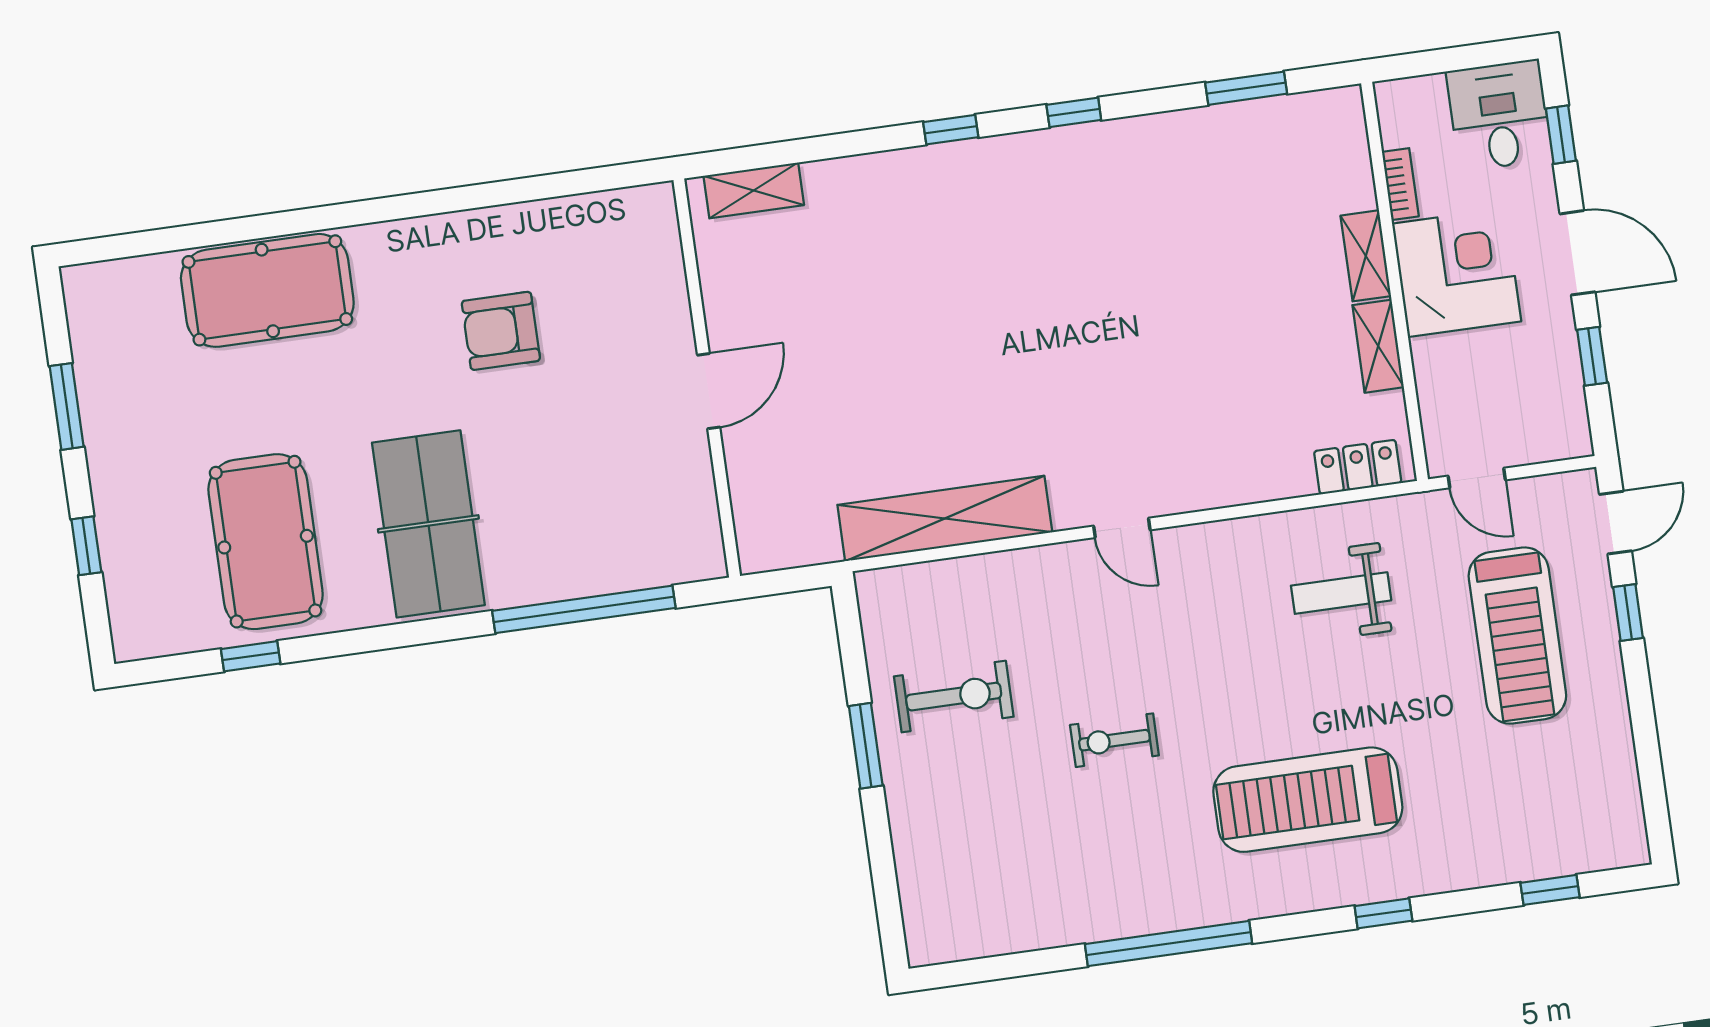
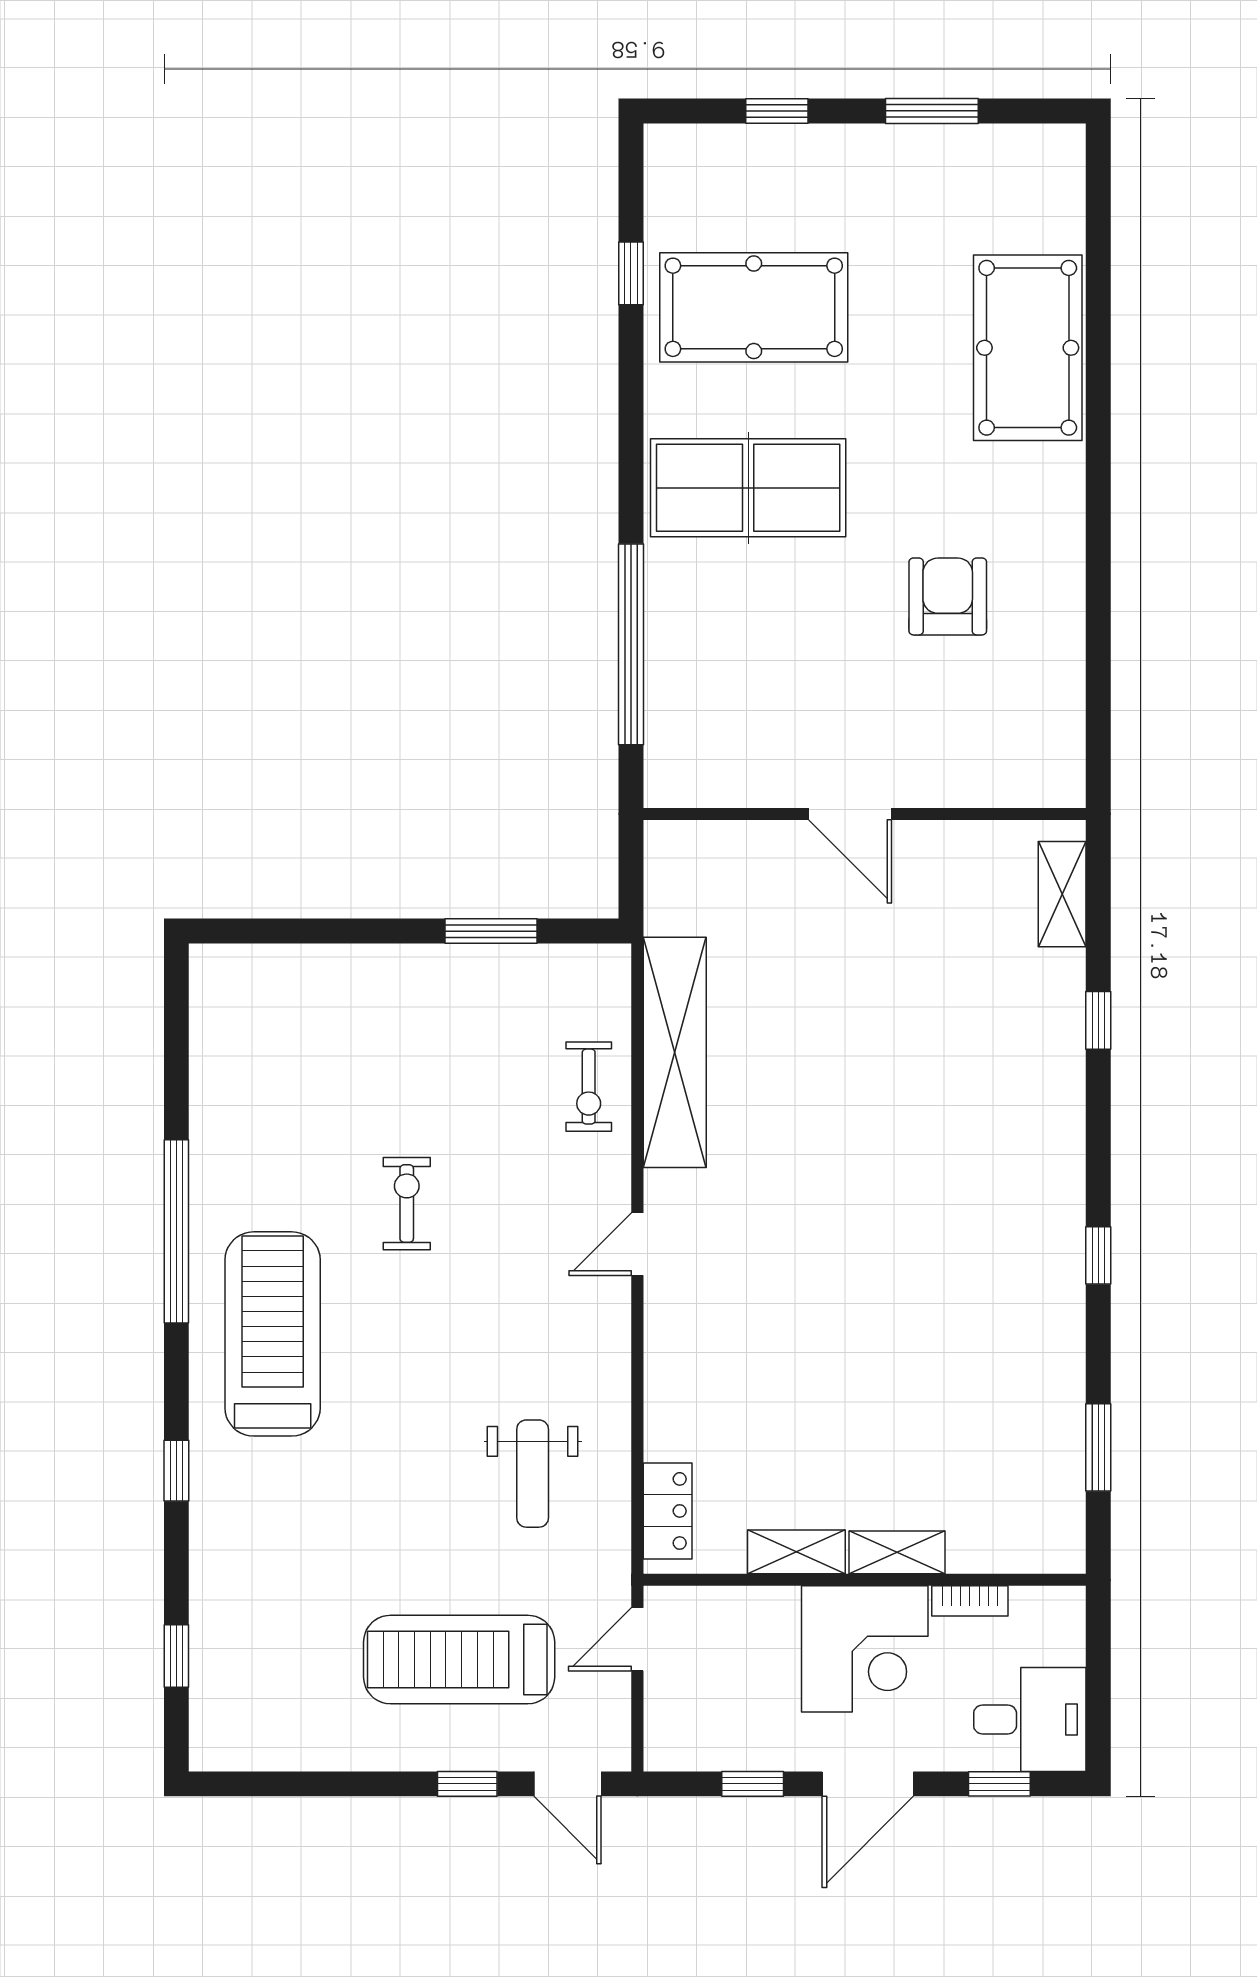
window: (951, 130) -> (1098, 1020), moved
weight bench: (1341, 593) -> (533, 1474), turned 180
exercise bike: (954, 697) -> (589, 1087), moved, width x0.73, depth x0.72
window: (866, 746) -> (491, 931), moved
treadmill: (1308, 800) -> (273, 1334), moved

